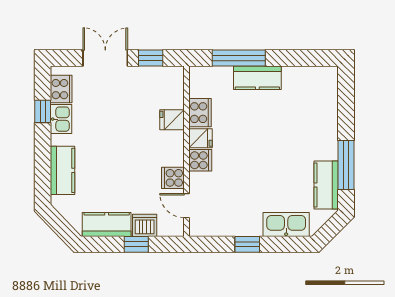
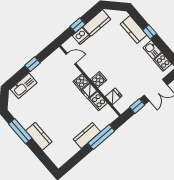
window: (43, 111) -> (150, 32), moved
fridge: (172, 120) -> (114, 96), moved
cooker: (173, 178) -> (99, 80), moved
kitchen counter: (326, 185) -> (39, 136), moved

